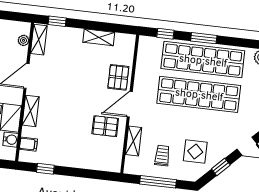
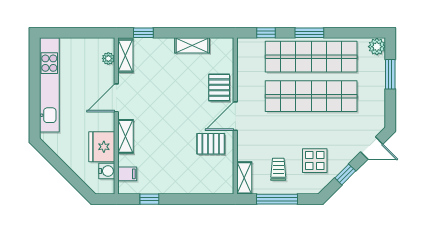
shelving: (133, 141) -> (244, 178), moved

